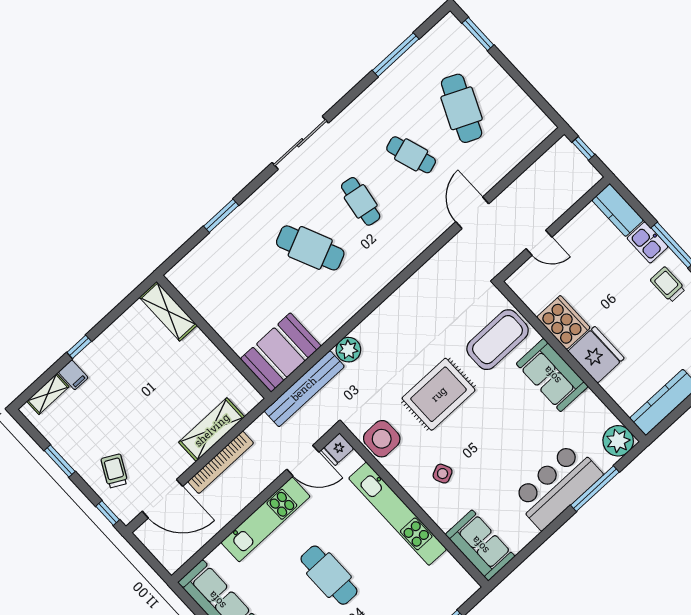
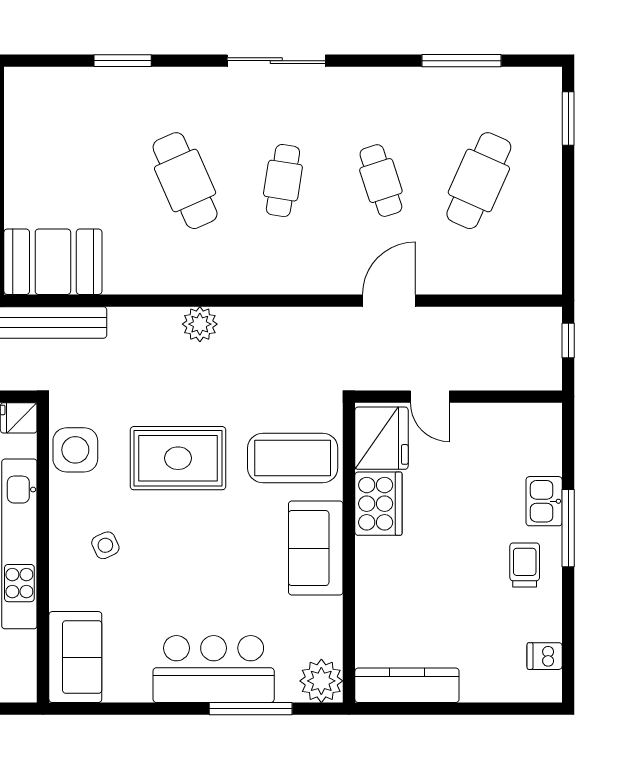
kitchen counter: (618, 210) -> (544, 438), removed
plant: (348, 350) -> (200, 324), moved
fridge: (596, 355) -> (381, 438), moved

